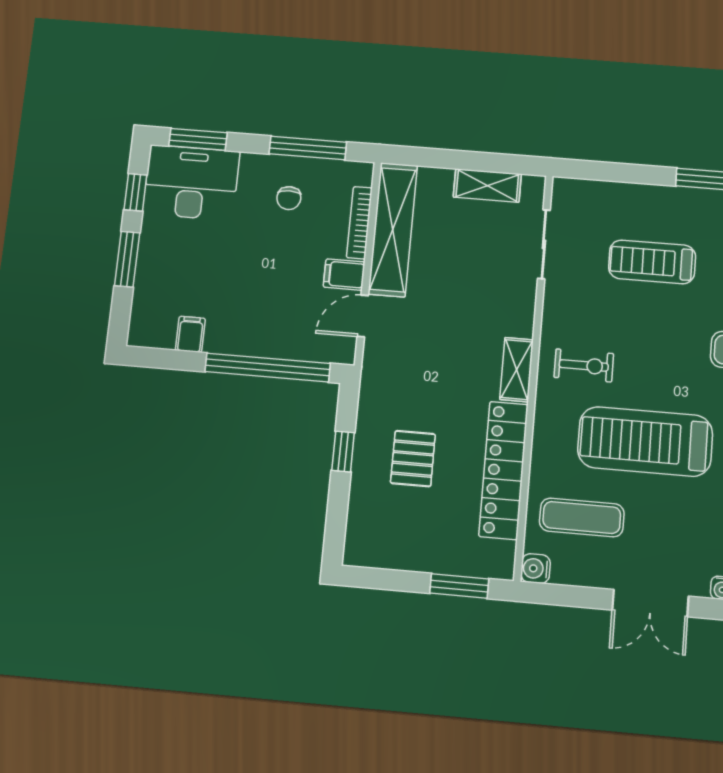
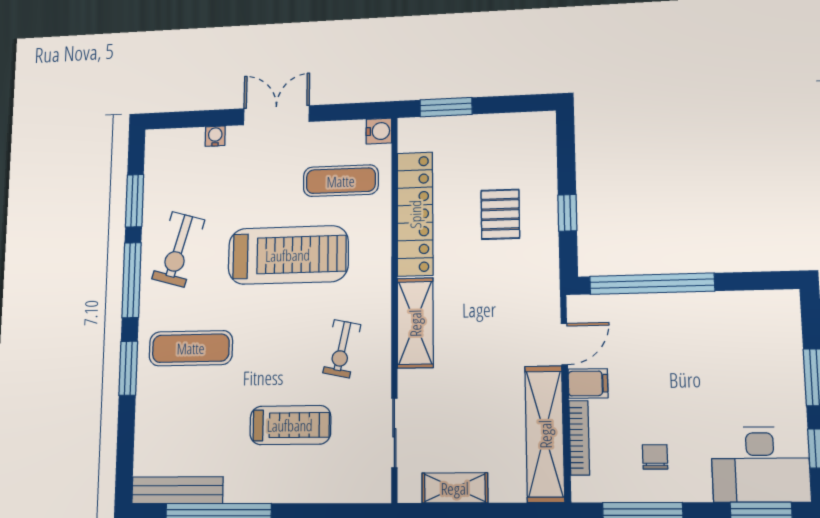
filing cabinet: (190, 334) -> (735, 308), removed
exercise bike: (584, 365) -> (342, 349), moved, turned -78
shelving: (517, 370) -> (415, 323), width x1.50, depth x1.33

